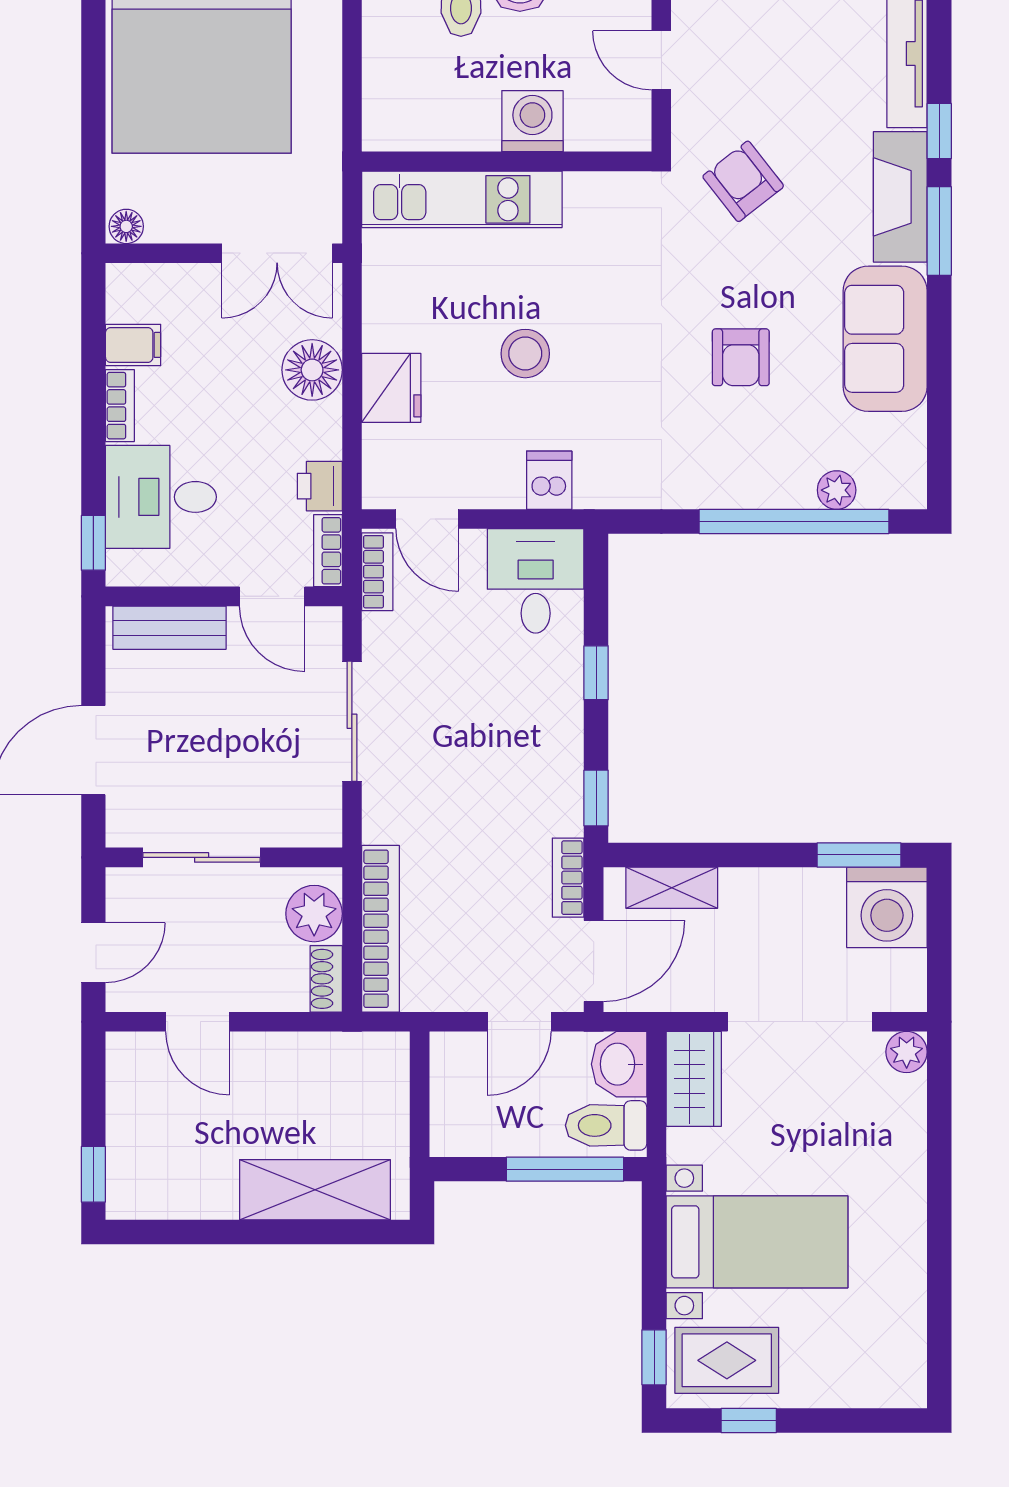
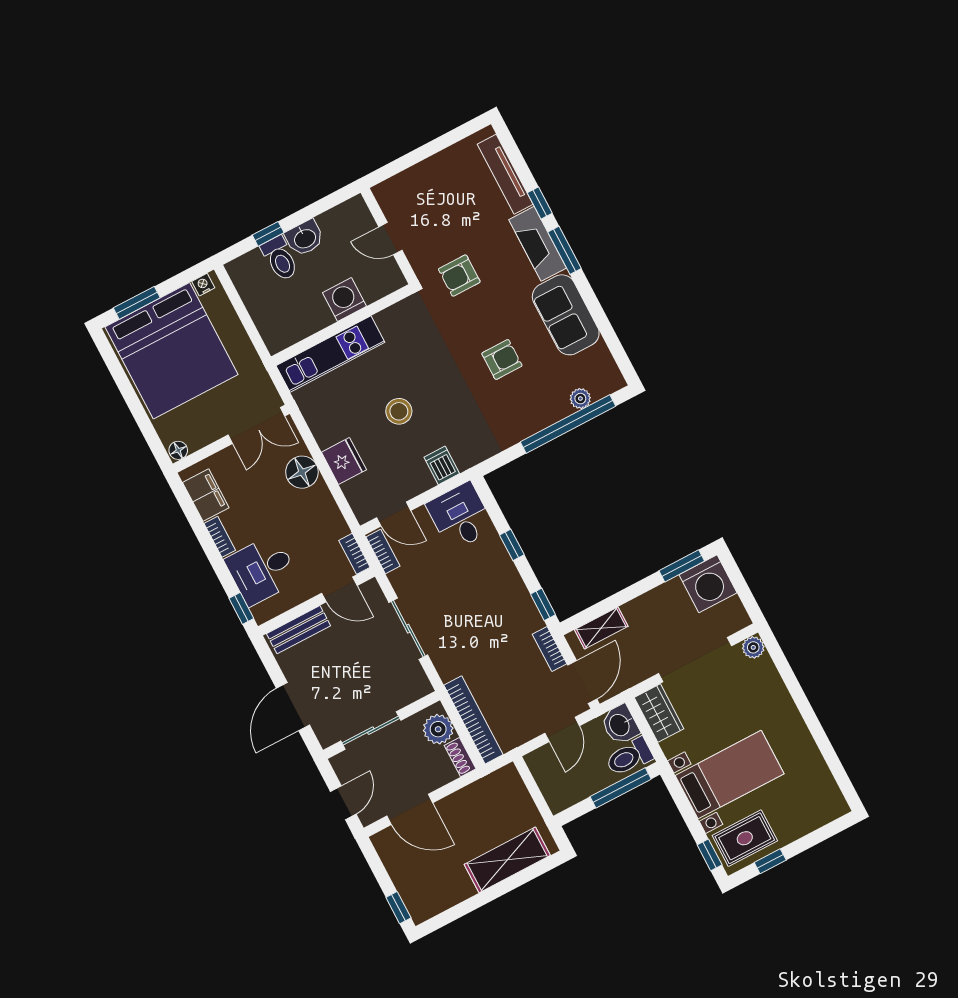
armchair: (743, 181) -> (459, 276), turned -52
filing cabinet: (133, 345) -> (206, 495), width x2.00
armchair: (741, 357) -> (502, 360), turned -90
printer: (320, 486) -> (335, 525), removed
door: (198, 1022) -> (410, 809), width x1.38

